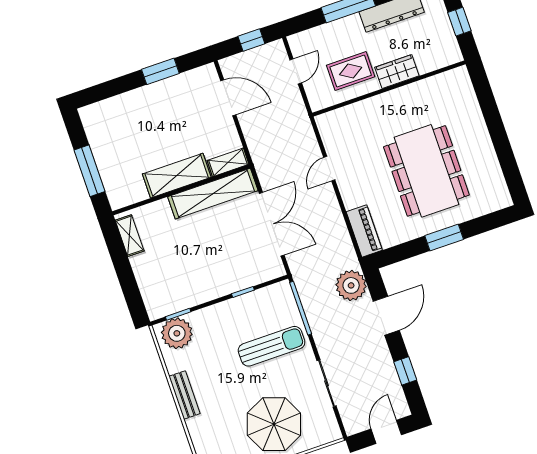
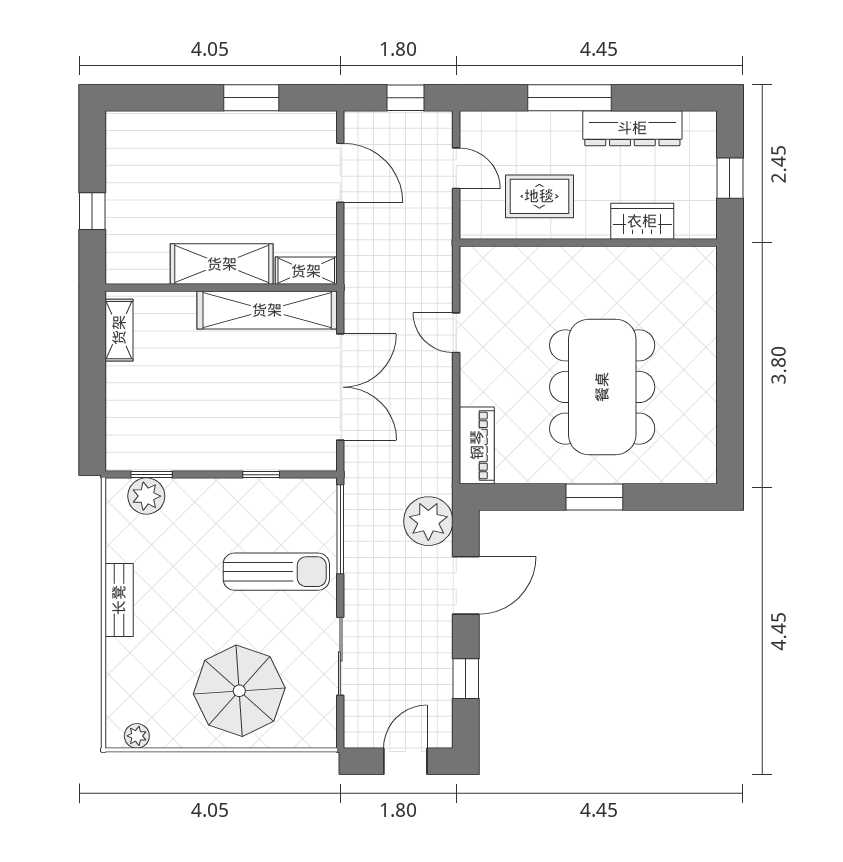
door: (296, 71) -> (456, 168), hinge flipped
wardrobe: (397, 72) -> (642, 221), moved
door: (329, 169) -> (456, 333), hinge flipped
window: (90, 171) -> (92, 211), width x0.46
plant: (177, 333) -> (146, 496), width x0.73, depth x0.73

